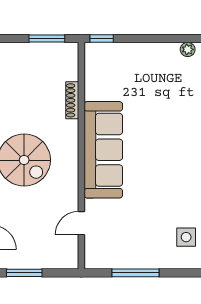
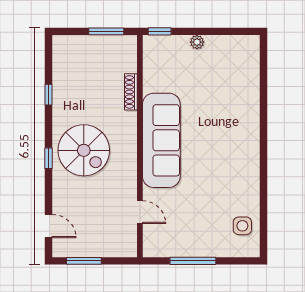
plant: (188, 49) -> (197, 42), moved
door: (81, 223) -> (140, 212), swing flipped

